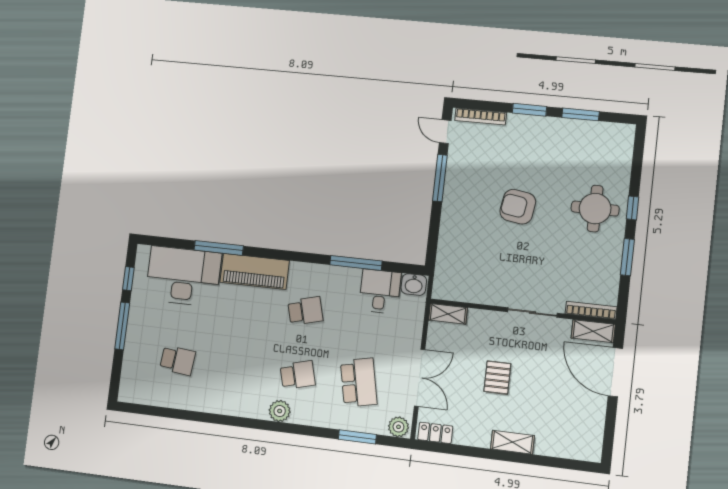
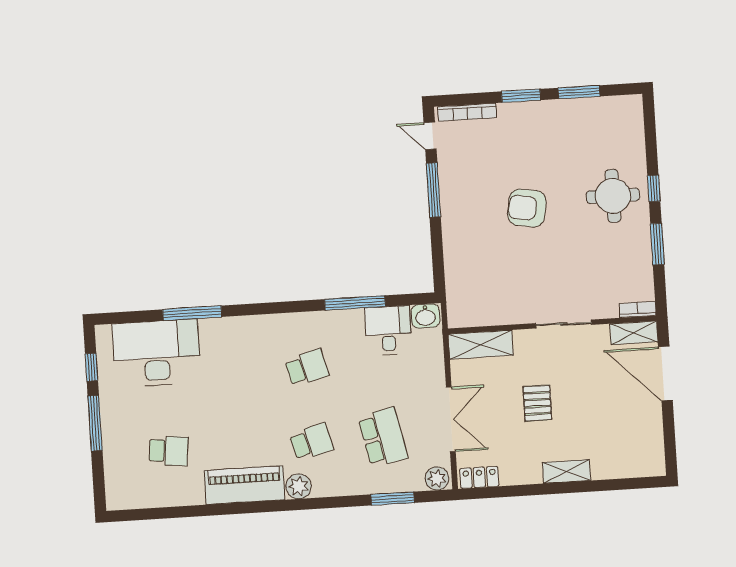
piano: (255, 271) -> (245, 485), moved, turned 180
bookcase: (591, 310) -> (638, 309), width x0.64
shelving: (448, 314) -> (481, 345), width x1.50, depth x1.33

